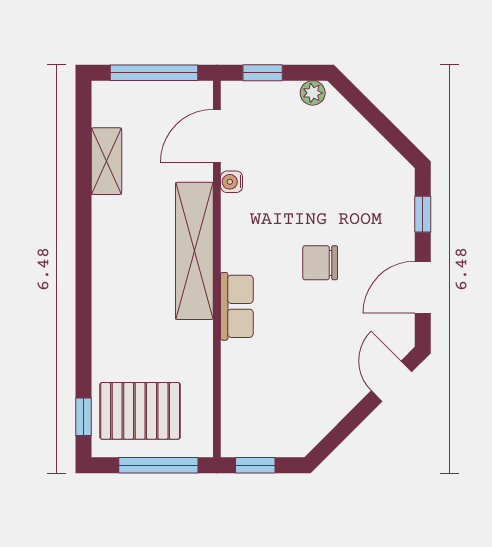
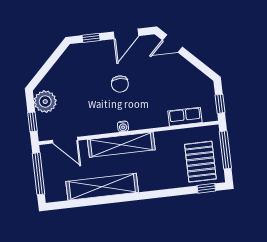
plant: (313, 93) -> (45, 102), width x1.88, depth x1.88
shelving: (106, 161) -> (102, 187), width x2.20, depth x1.33
water cooler: (232, 182) -> (123, 126), moved
door: (423, 287) -> (126, 34), hinge flipped
row of seats: (237, 306) -> (185, 117), moved

